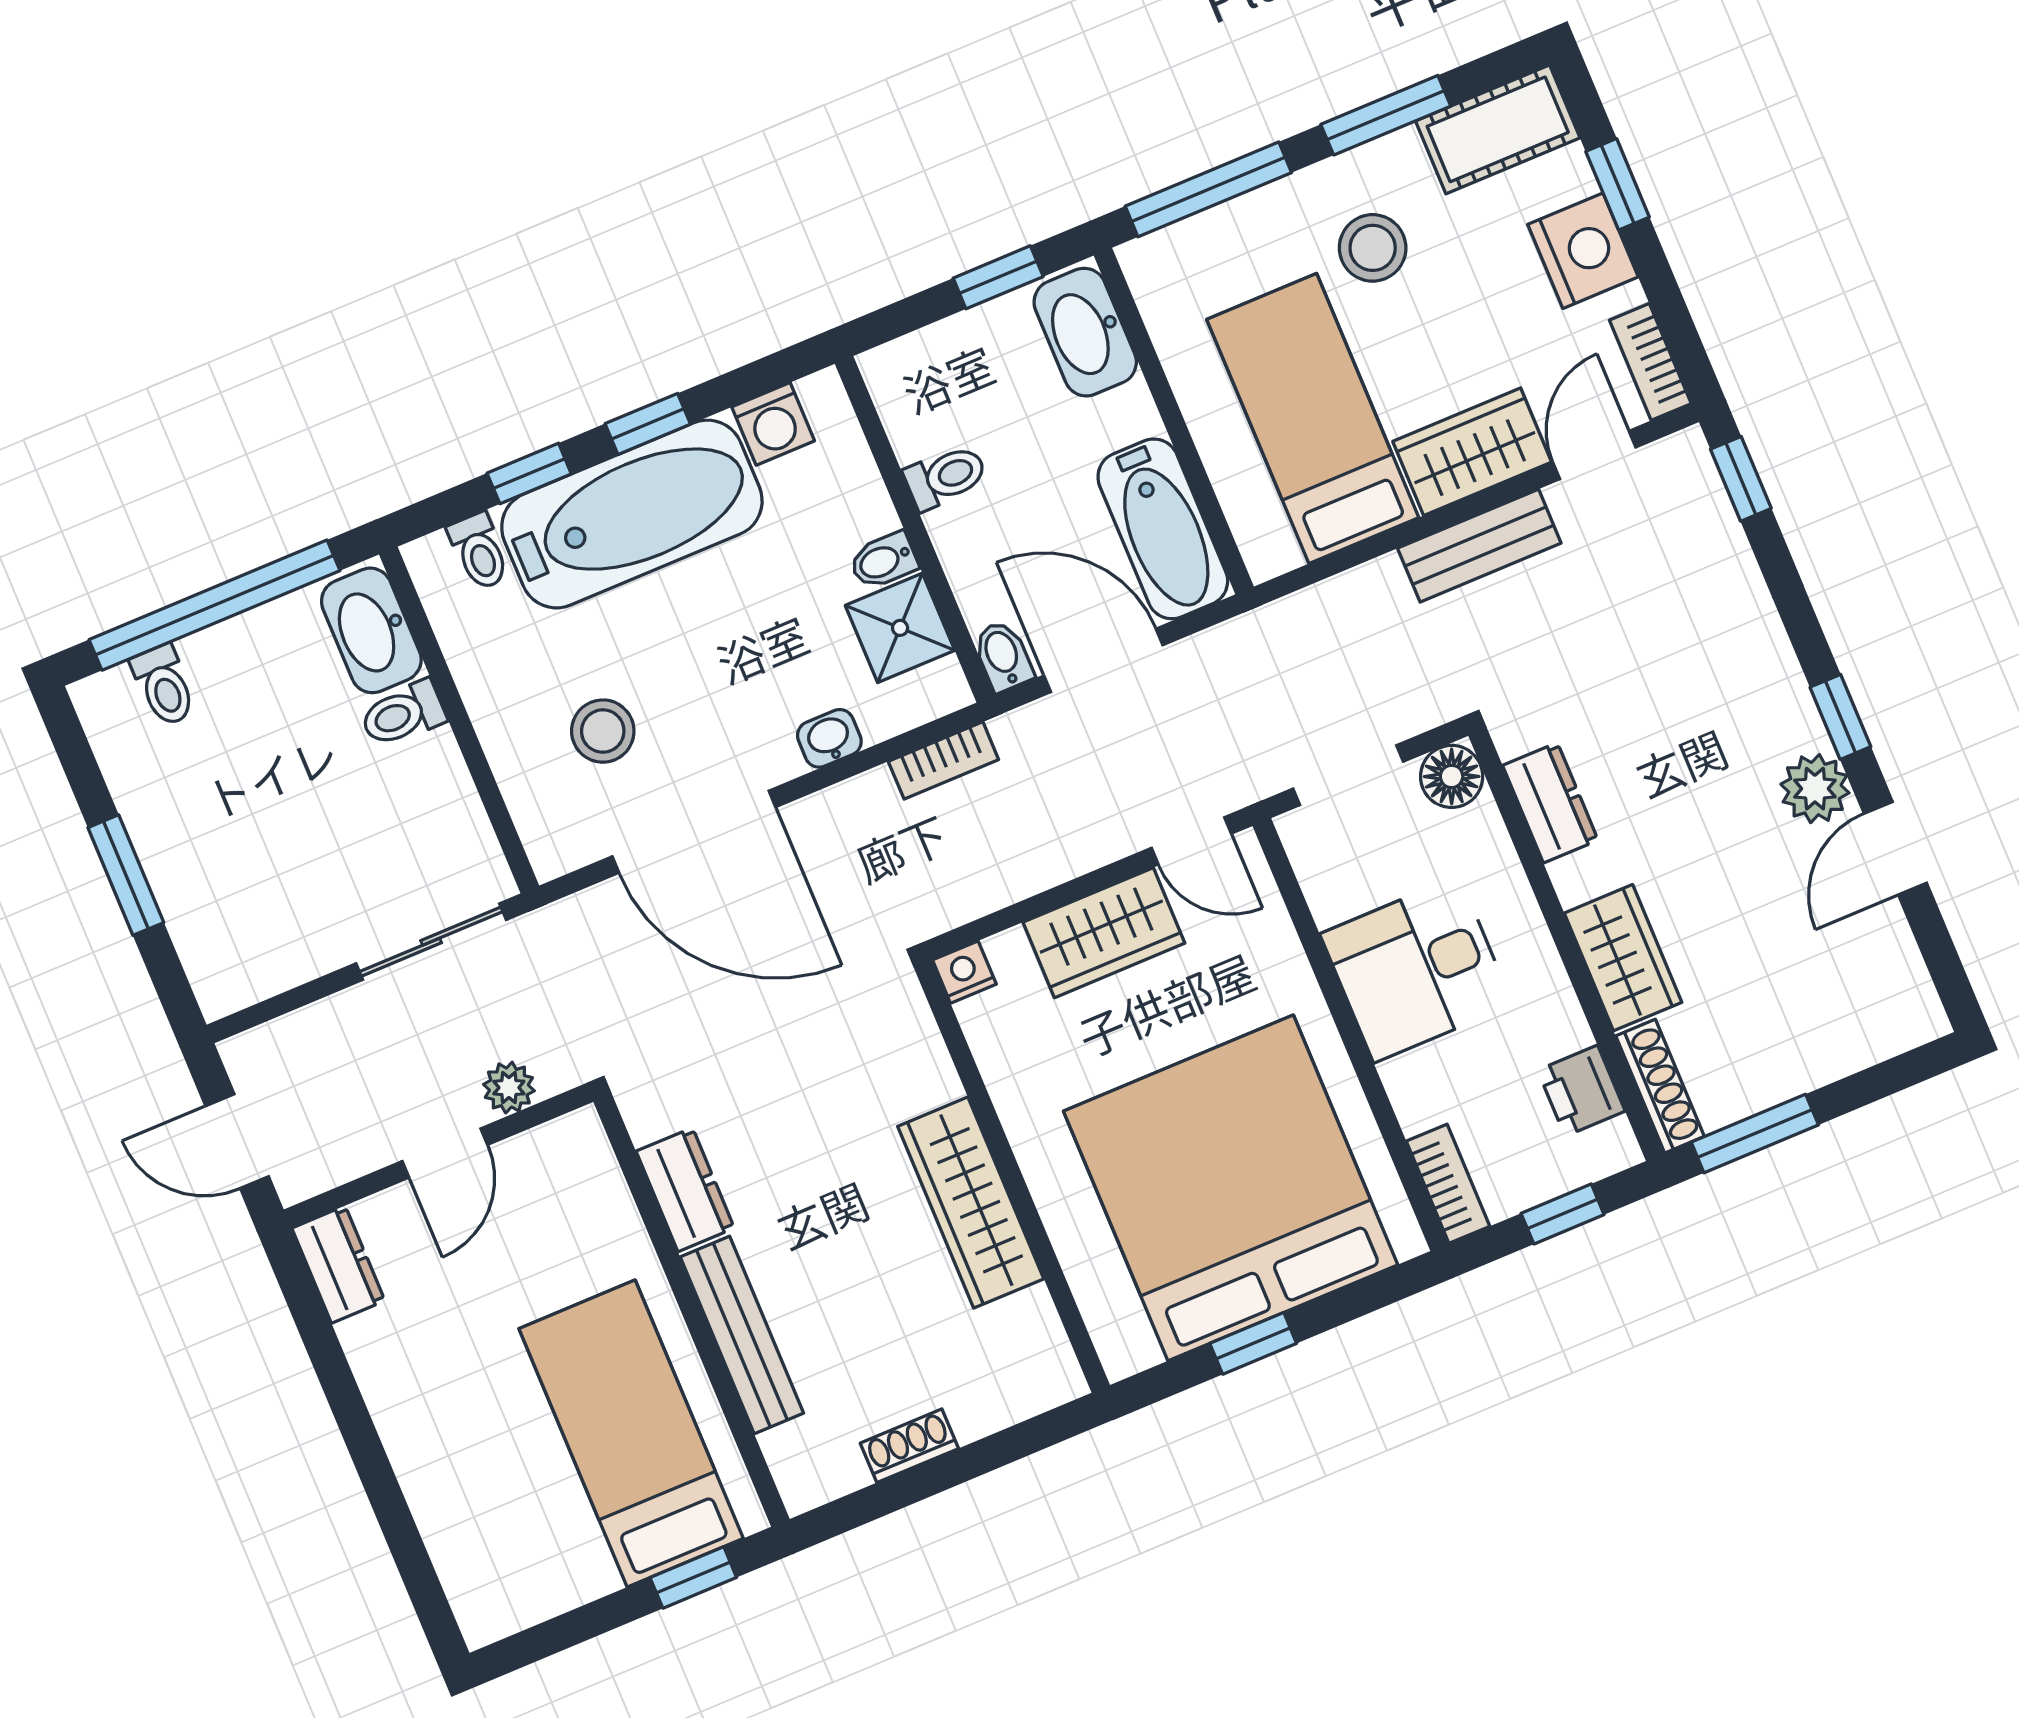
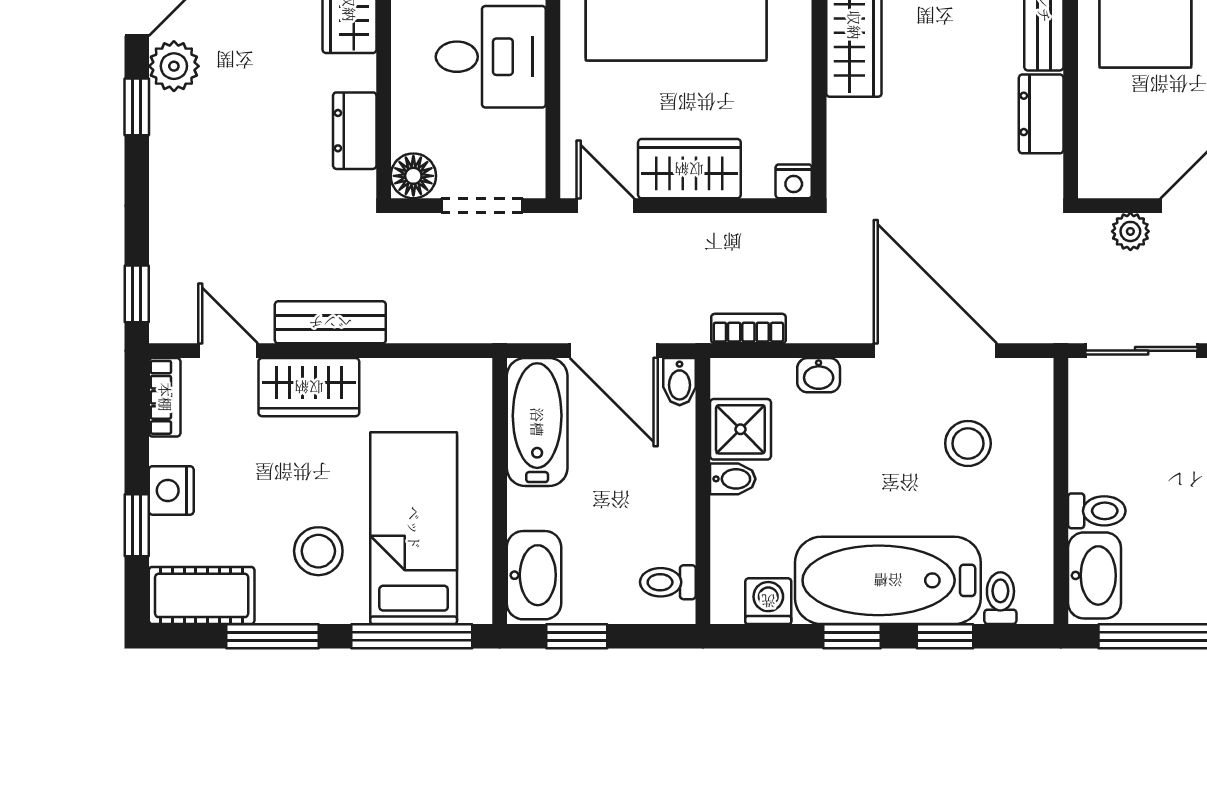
nightstand: (1583, 251) -> (171, 490), width x0.74, depth x0.75
bed: (1313, 418) -> (414, 528), moved, turned 180
door: (1594, 455) -> (228, 351), swing flipped
toilet: (946, 477) -> (668, 582), moved

